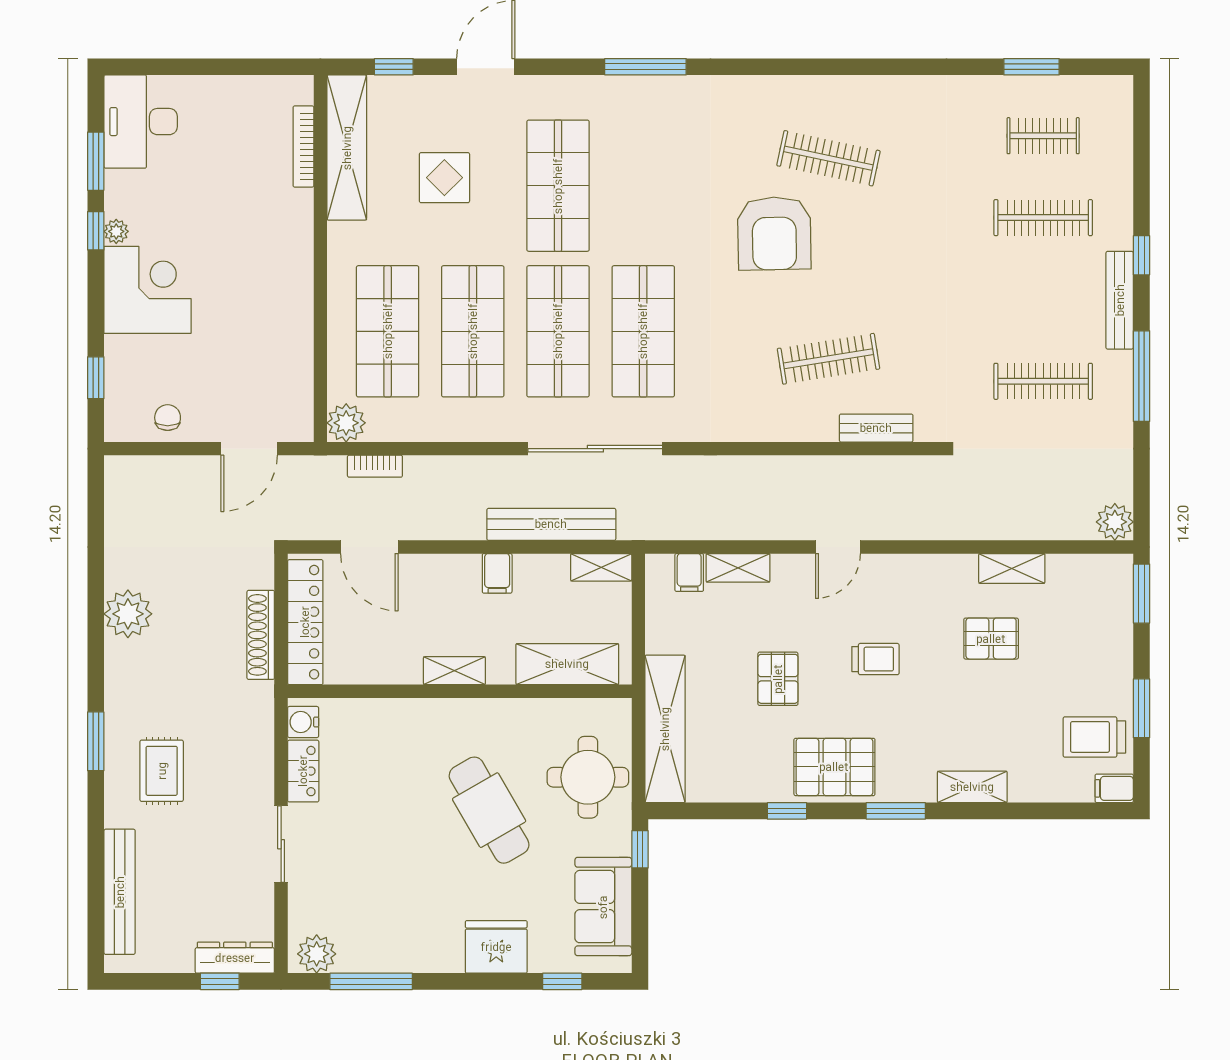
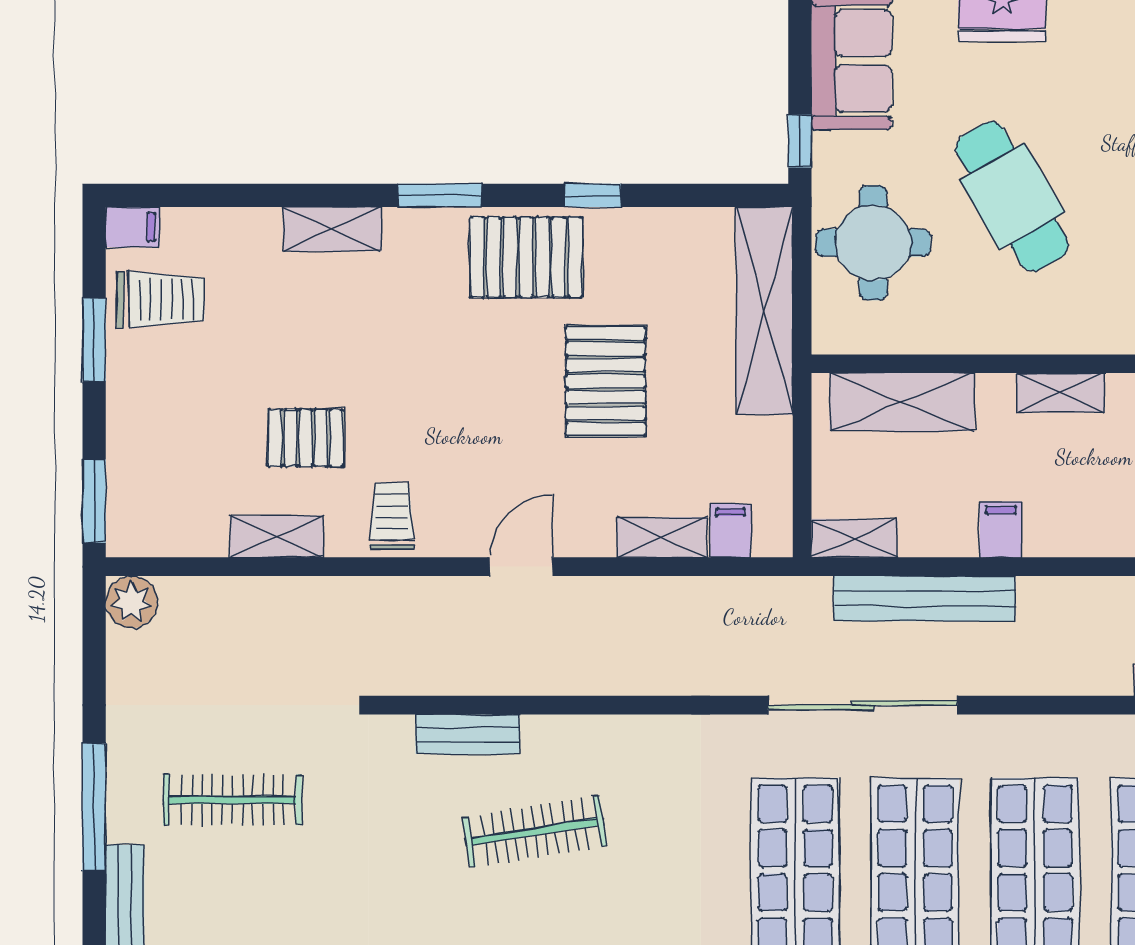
trolley: (875, 659) -> (392, 516), moved, turned 90
pallet: (778, 679) -> (606, 381), width x1.50, depth x1.42

